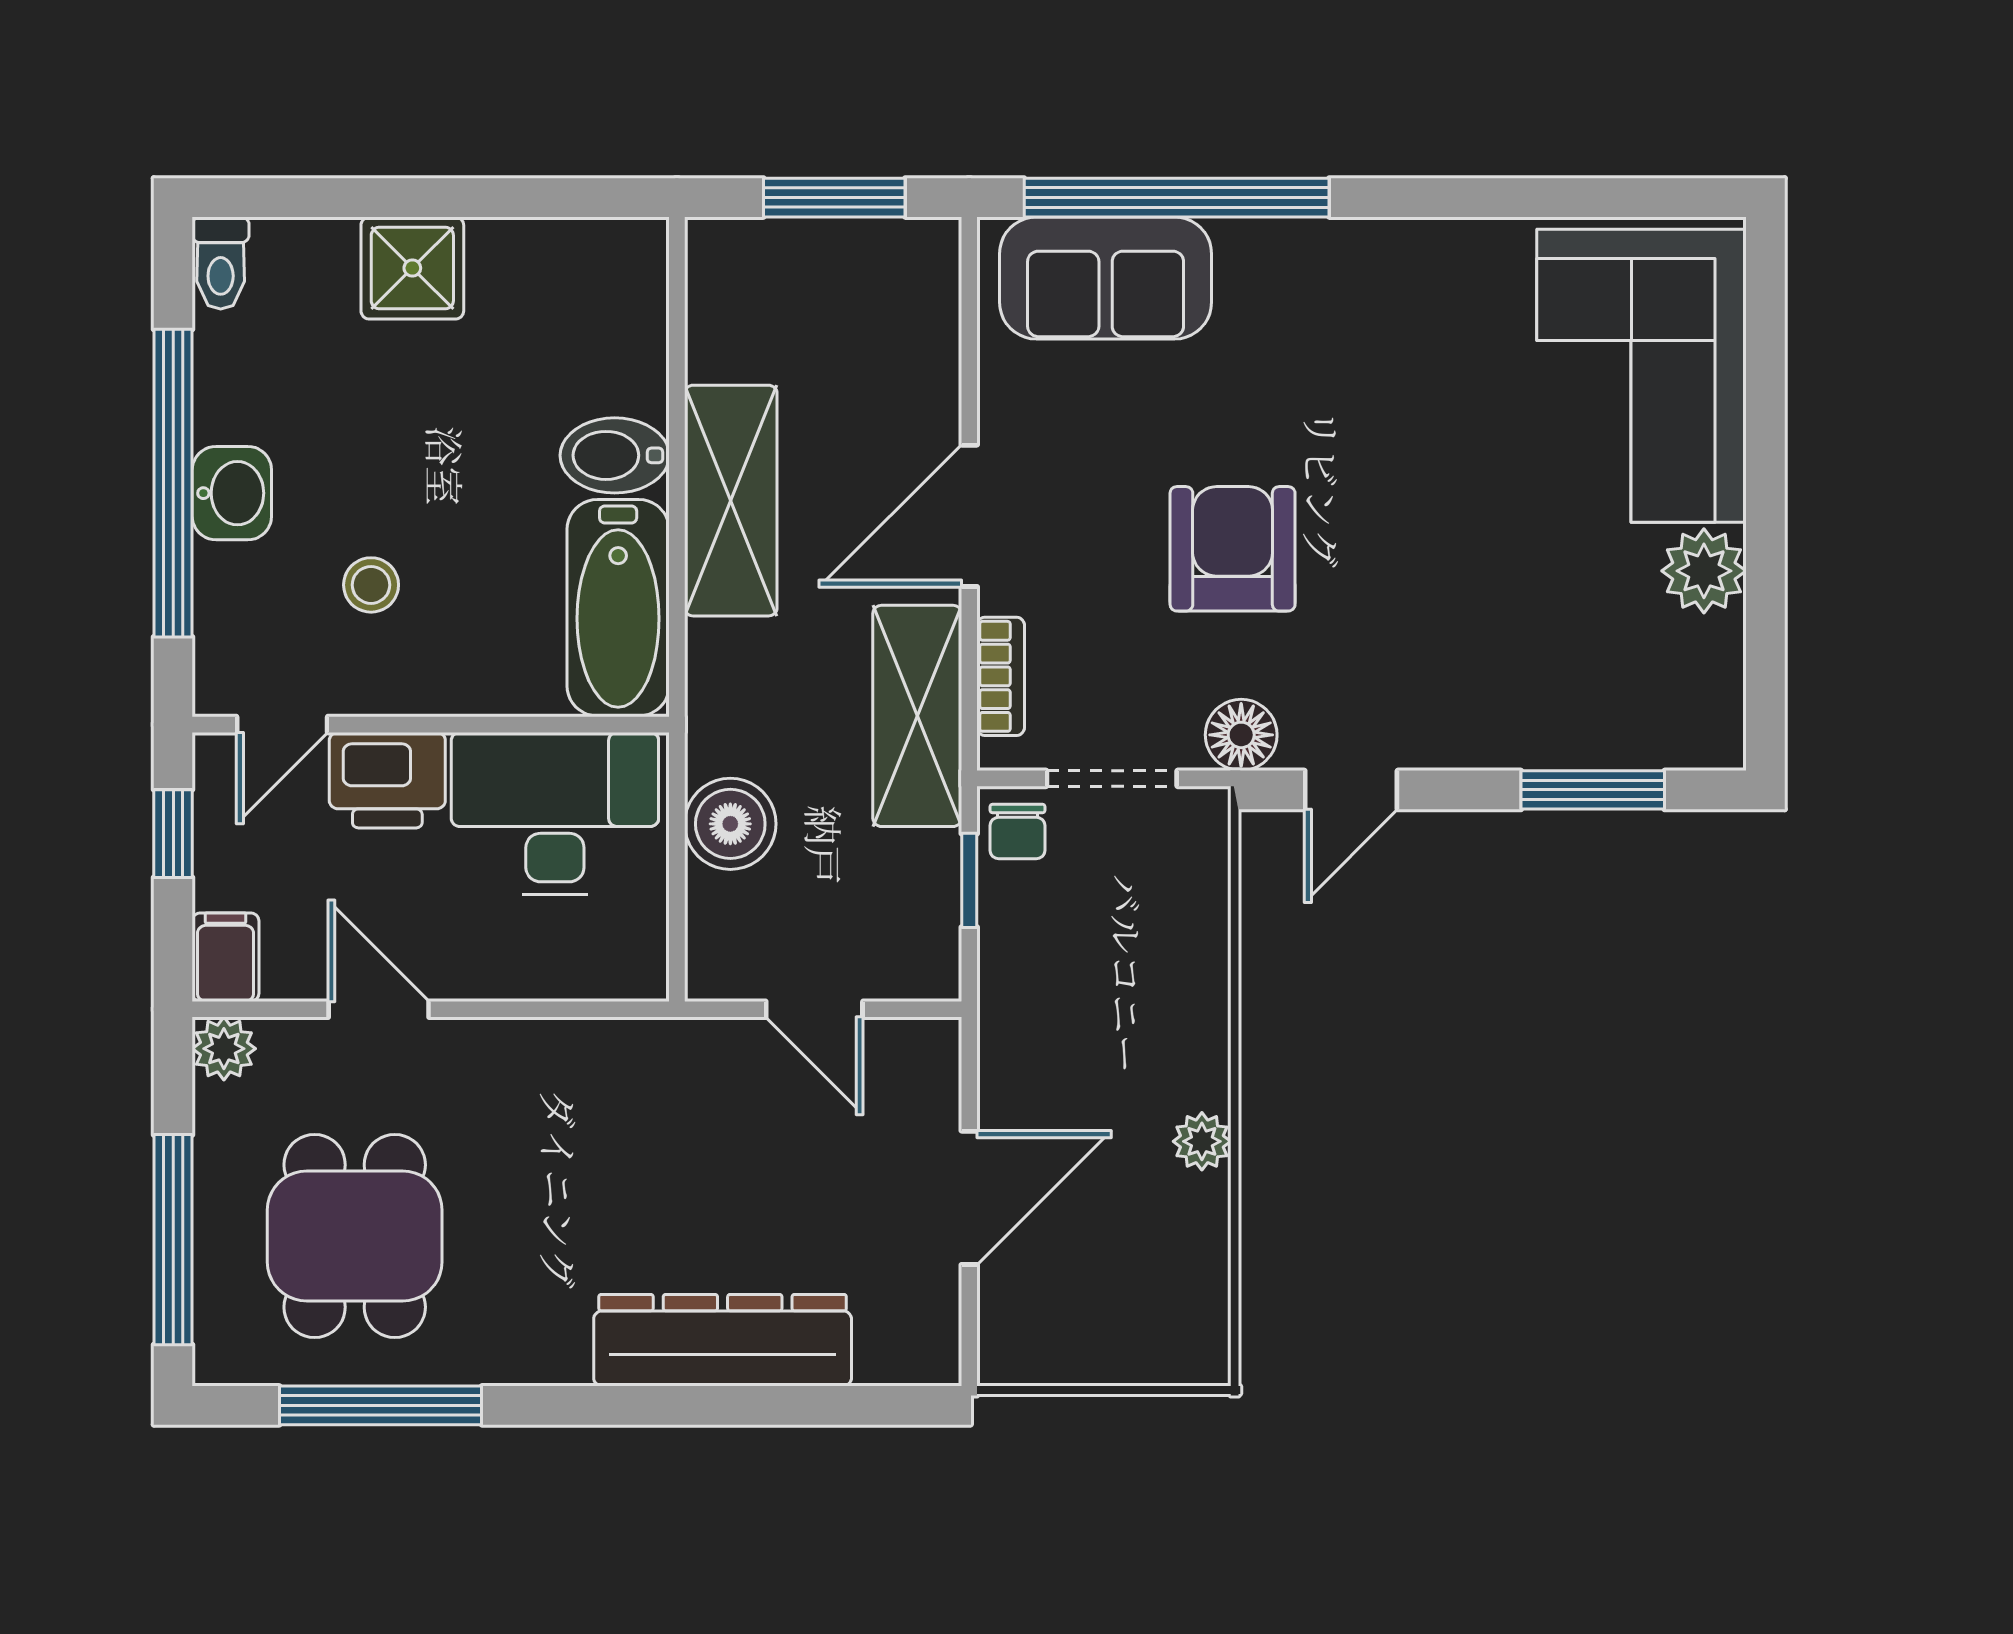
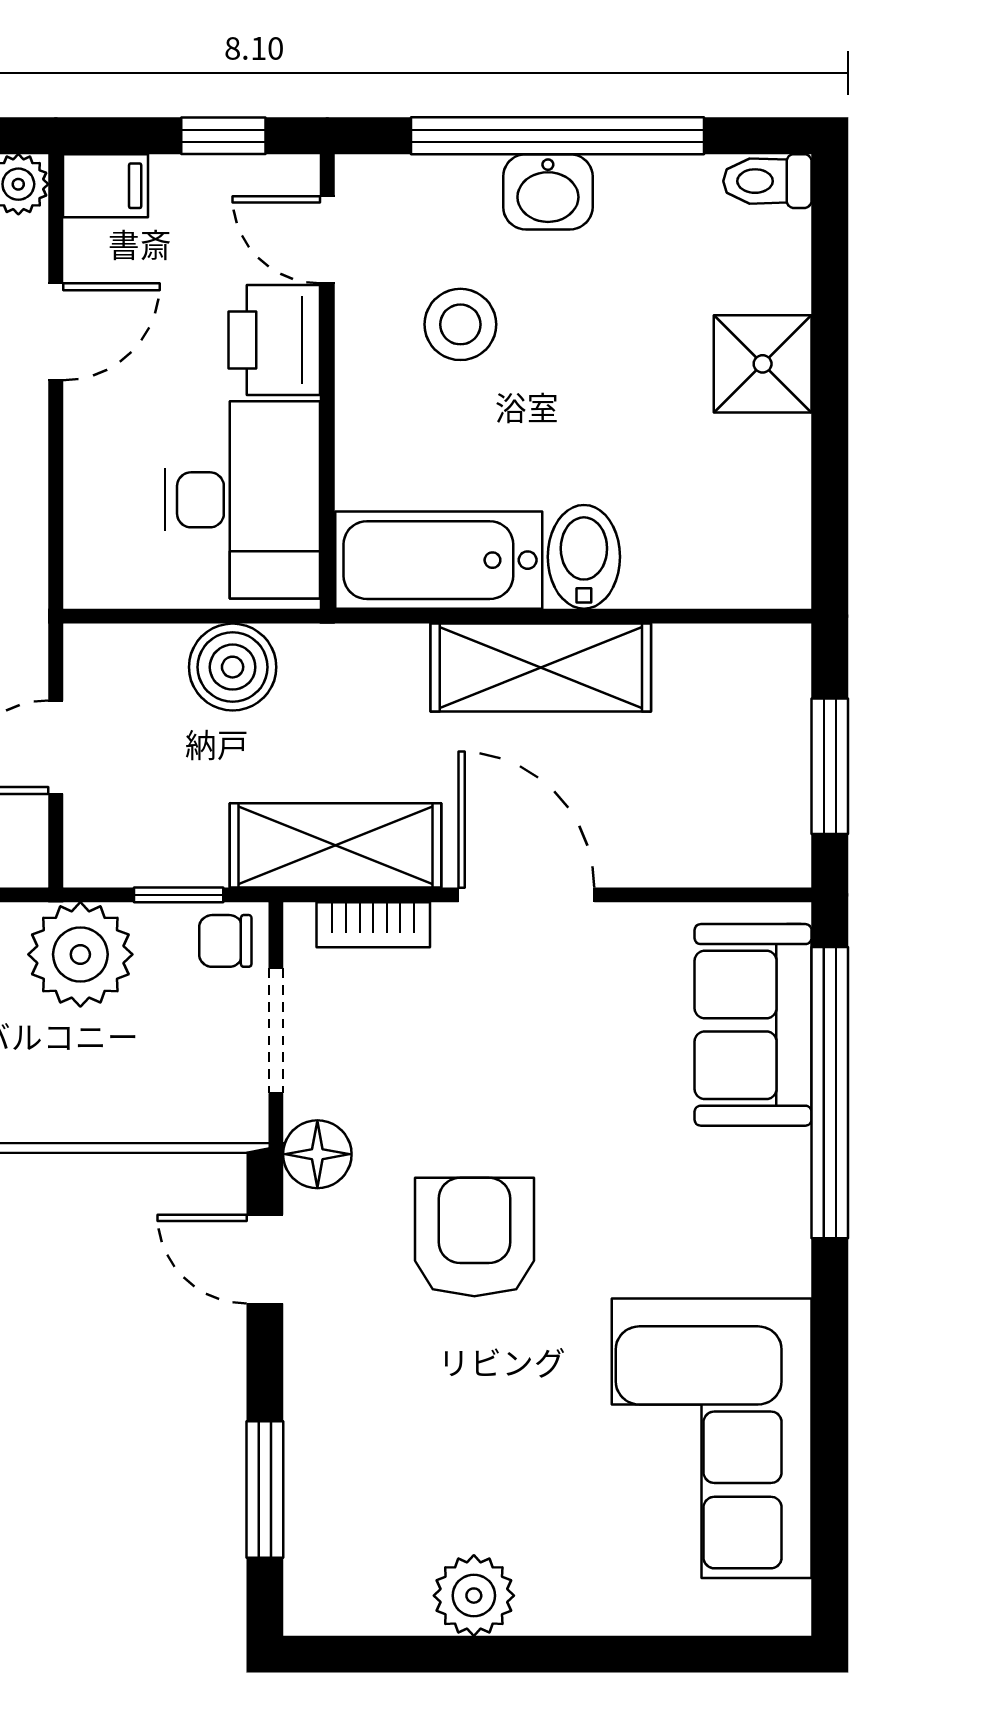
corner sofa: (1642, 376) -> (712, 1438), moved, turned -90
armchair: (1233, 549) -> (474, 1237), moved, turned -90
stool: (371, 585) -> (460, 324), width x1.37, depth x1.37
plant: (1032, 983) -> (80, 954), added

